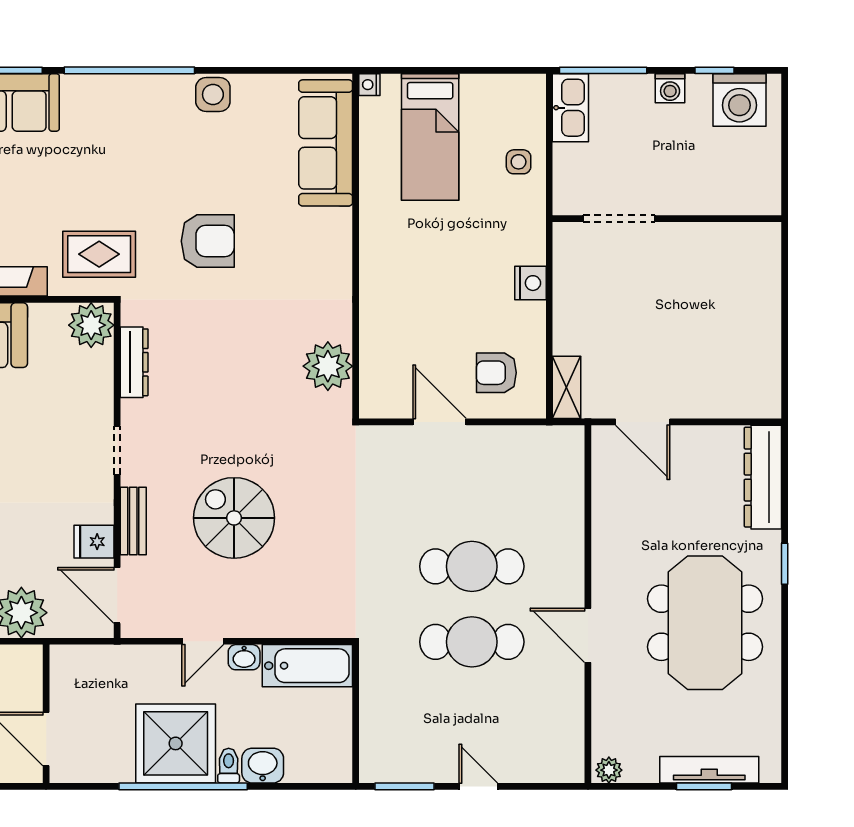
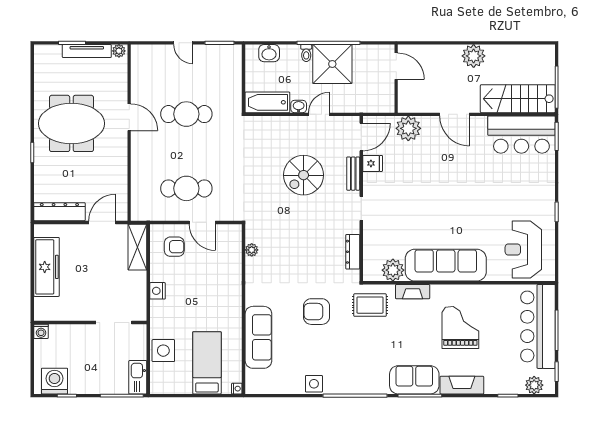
washing machine: (670, 88) -> (41, 331), moved, turned 180
sofa: (326, 143) -> (258, 337), moved
side table: (519, 162) -> (163, 351), width x1.87, depth x1.87
plant: (91, 325) -> (393, 270), moved
freezer: (756, 332) -> (47, 267), added
plant: (328, 366) -> (252, 250), width x0.53, depth x0.53
shelving: (567, 387) -> (137, 247), width x1.50, depth x1.33
door: (643, 422) -> (102, 222), hinge flipped
dresser: (763, 477) -> (59, 212), moved, turned -90
spiral stairs: (234, 518) -> (304, 175), turned 90
cafe table: (472, 566) -> (186, 188), moved
door: (117, 595) -> (361, 137), hinge flipped
meeting table: (705, 623) -> (71, 123), turned 90
washbasin: (263, 766) -> (269, 53), moved
tv unit: (709, 770) -> (87, 51), moved

